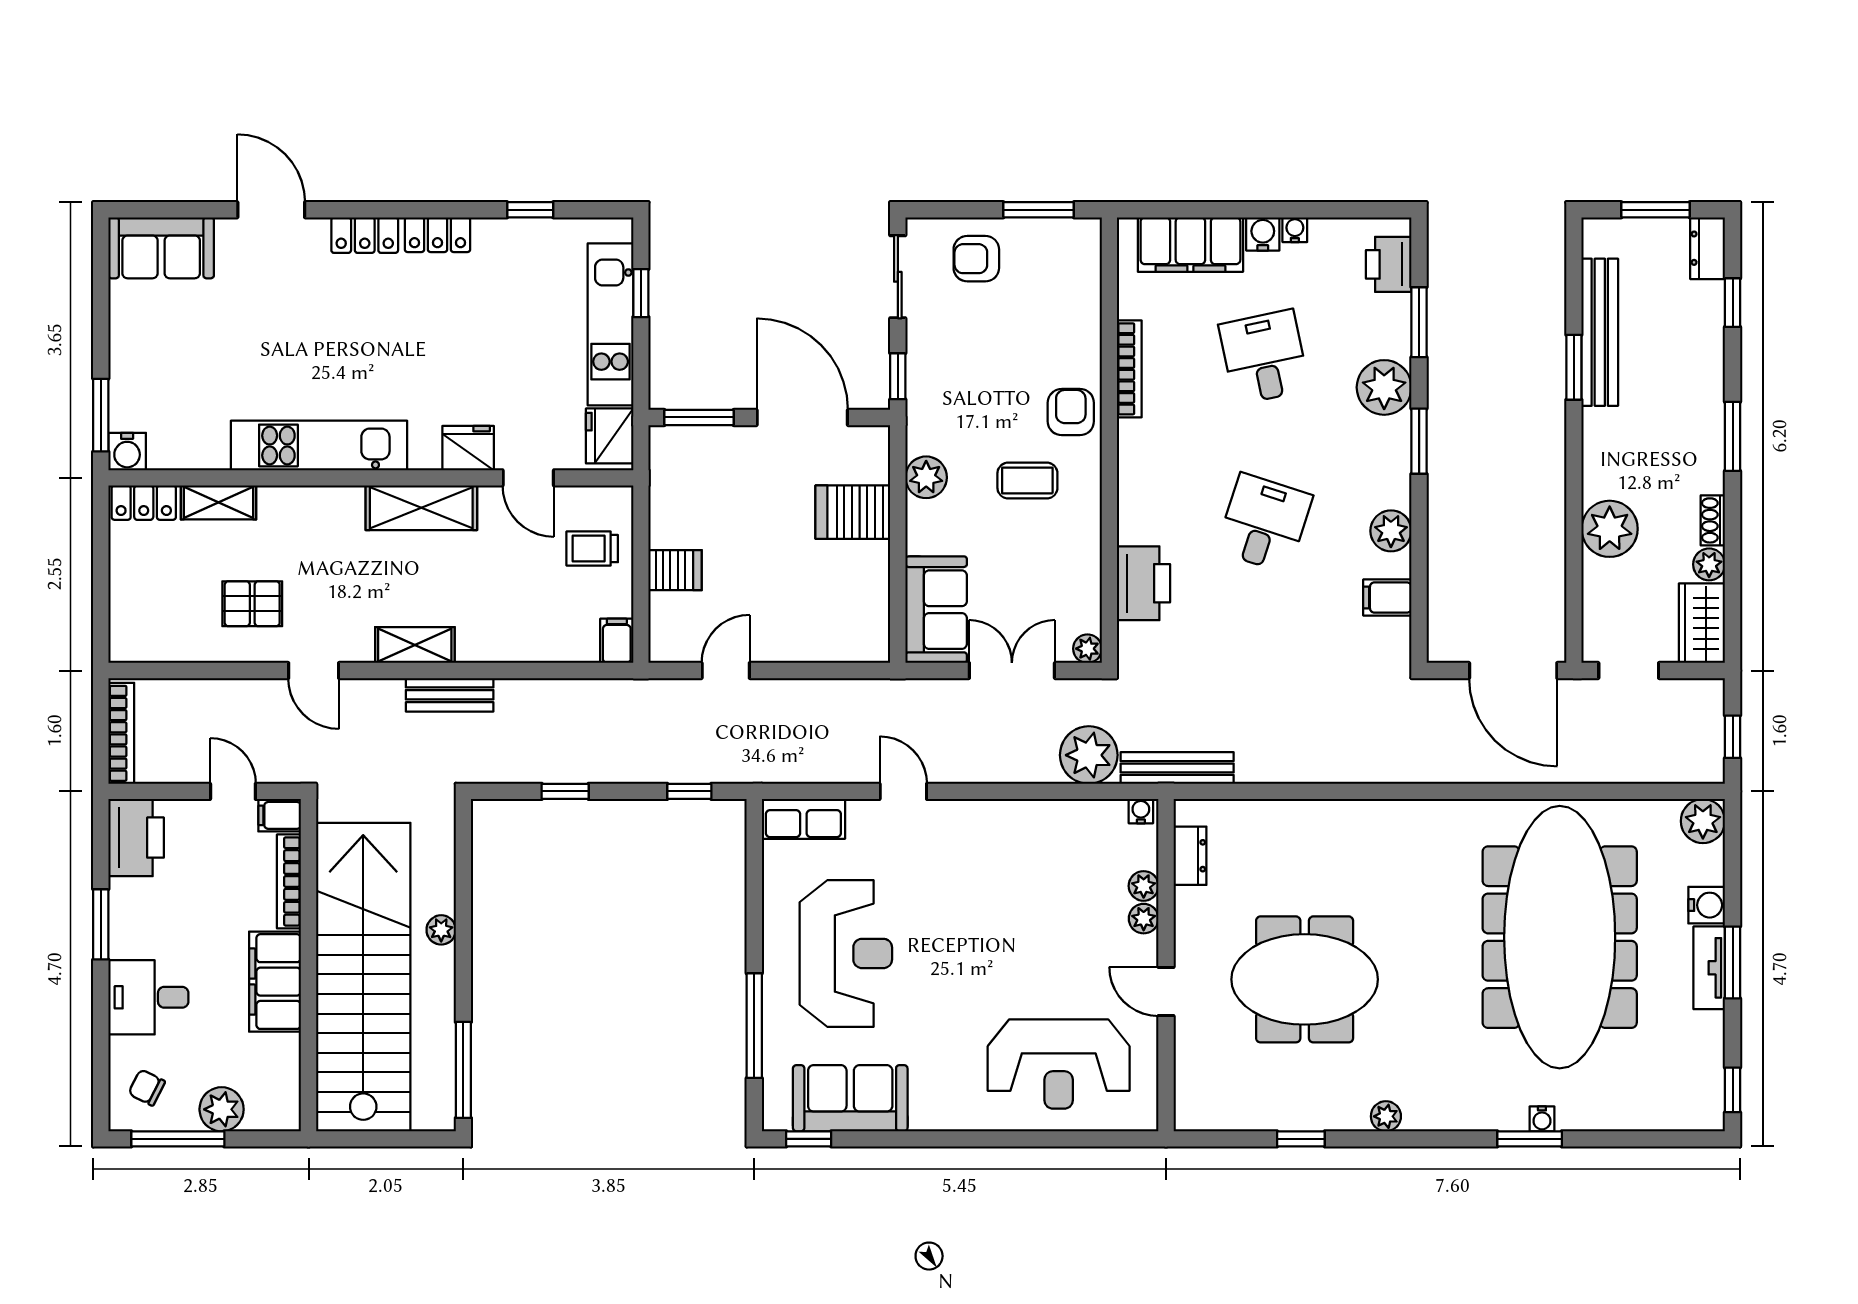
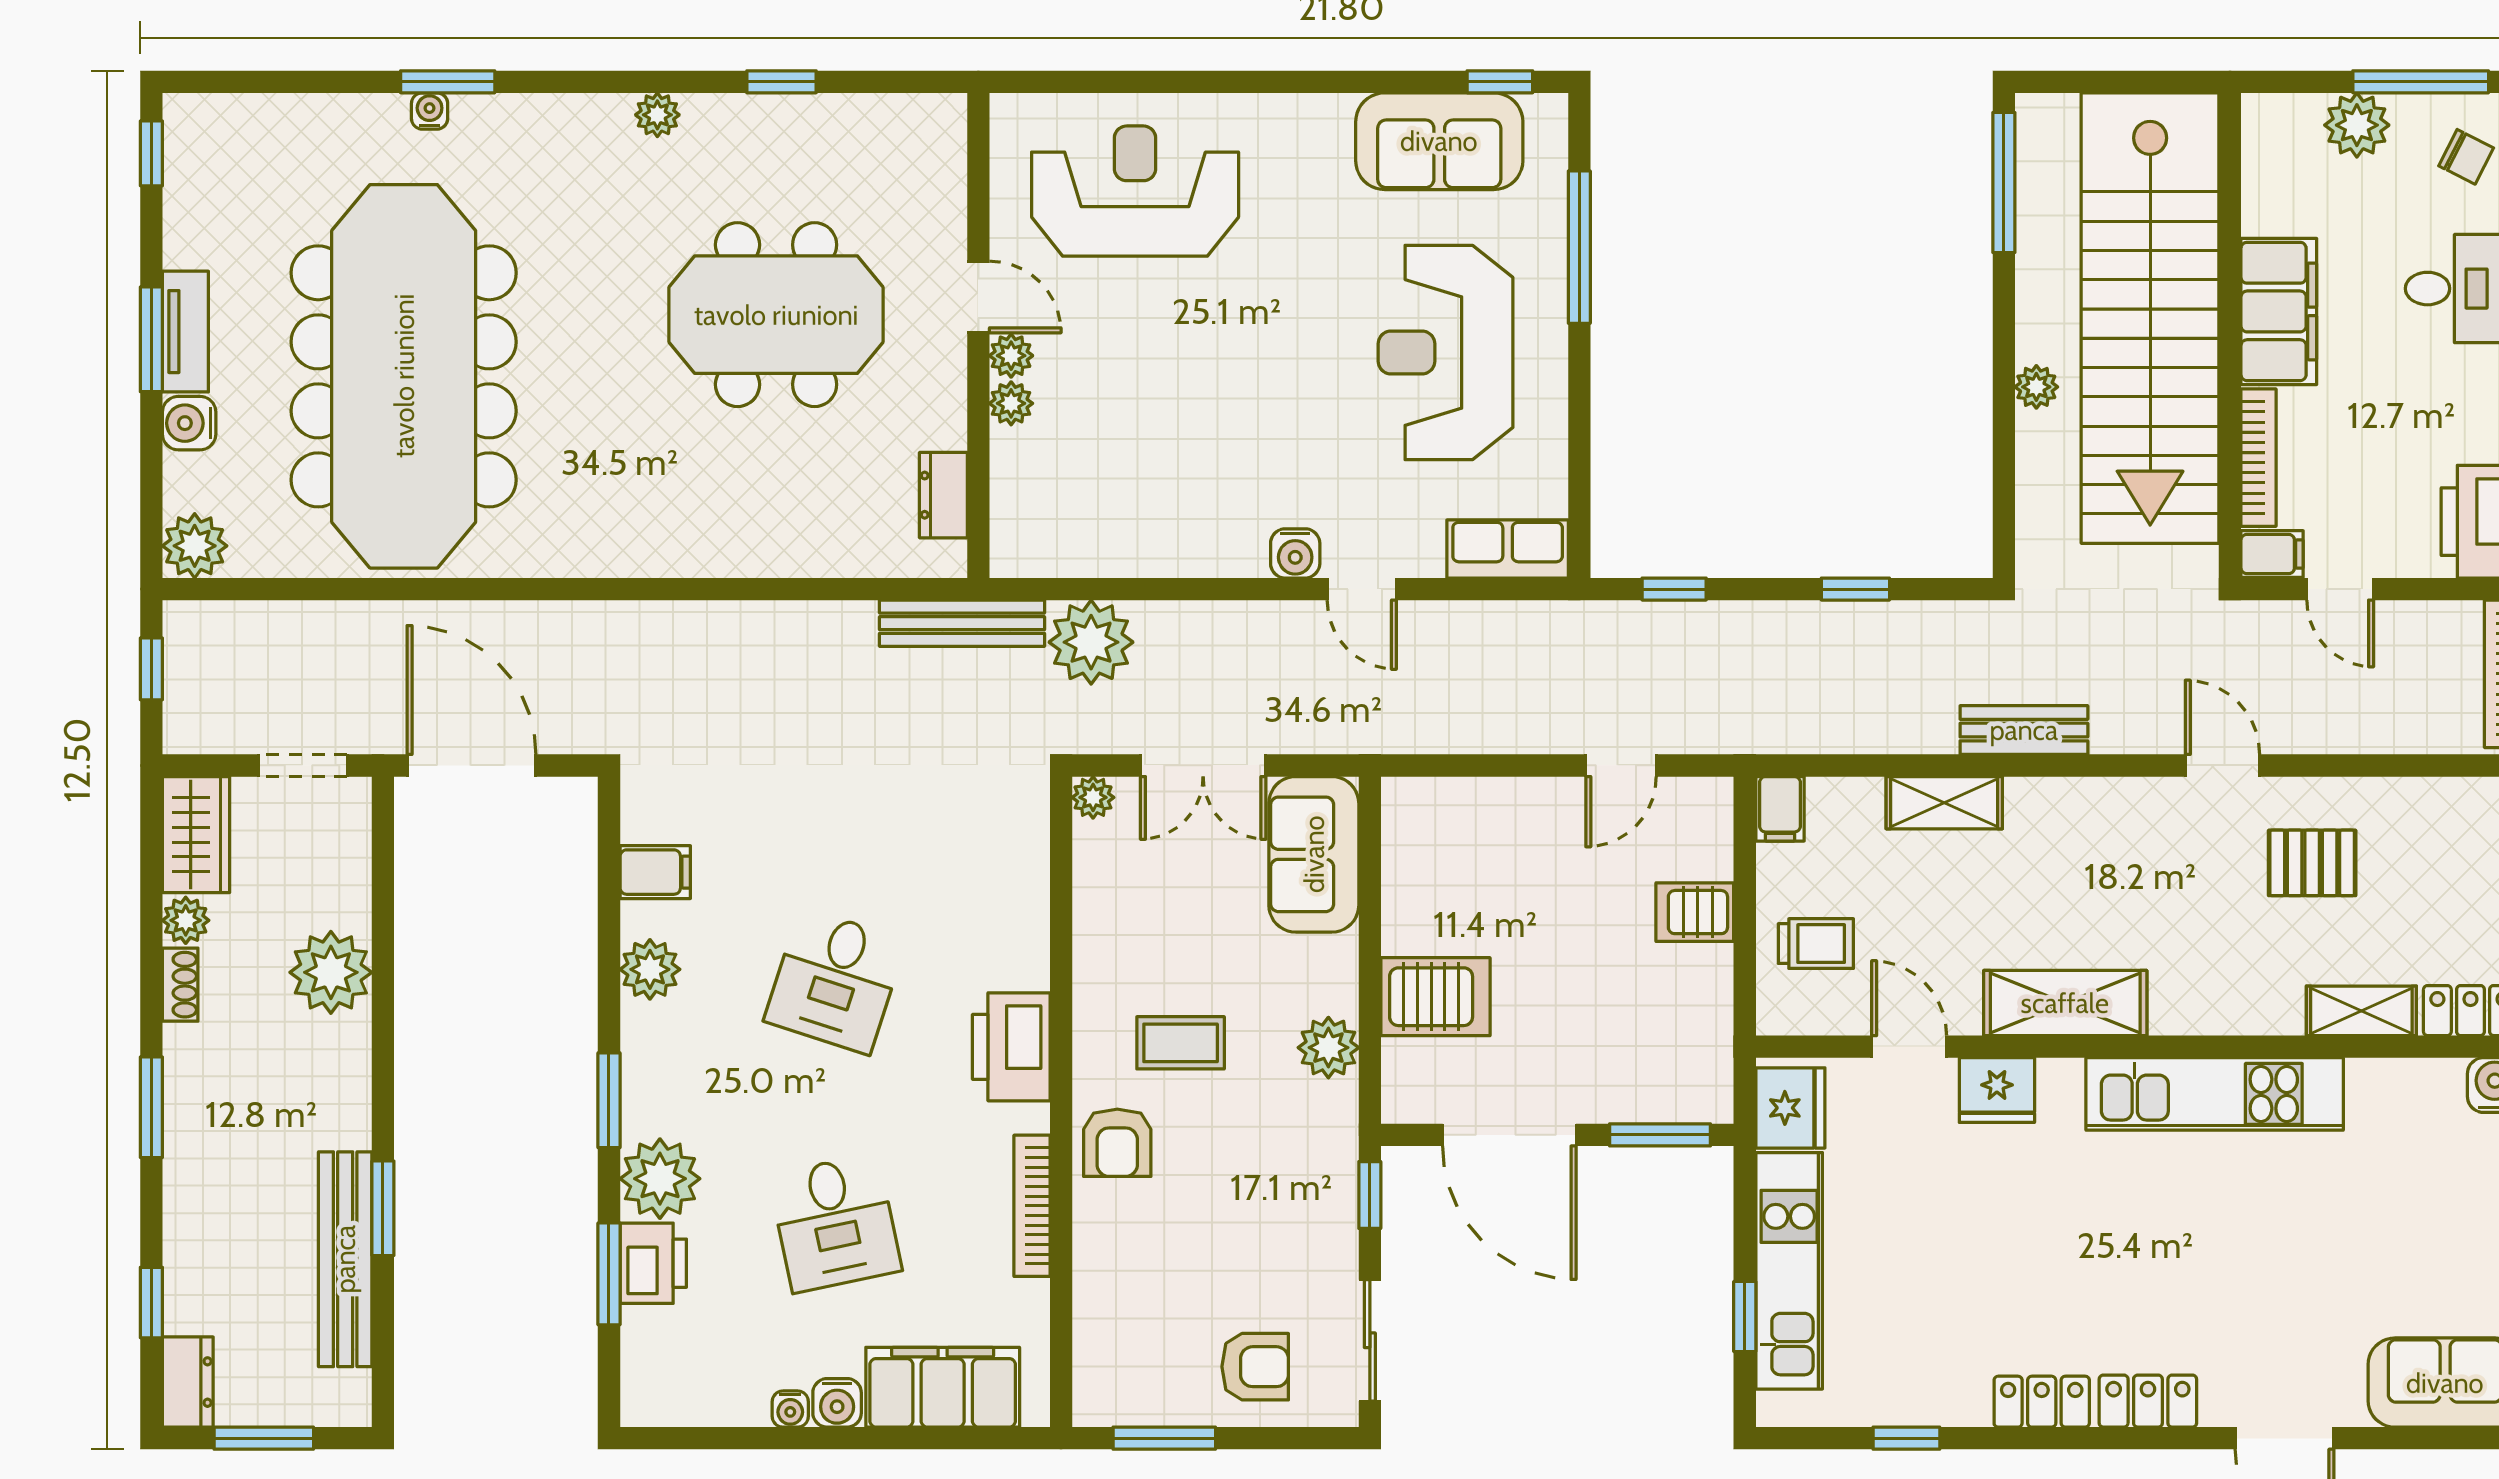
printer: (1389, 264) -> (653, 1263), moved
printer: (1143, 583) -> (1011, 1047), moved
shelving: (415, 645) -> (1944, 803), moved
water cooler: (1141, 811) -> (1295, 553), moved, width x1.38, depth x1.38
plant: (1144, 886) -> (1011, 356), moved

